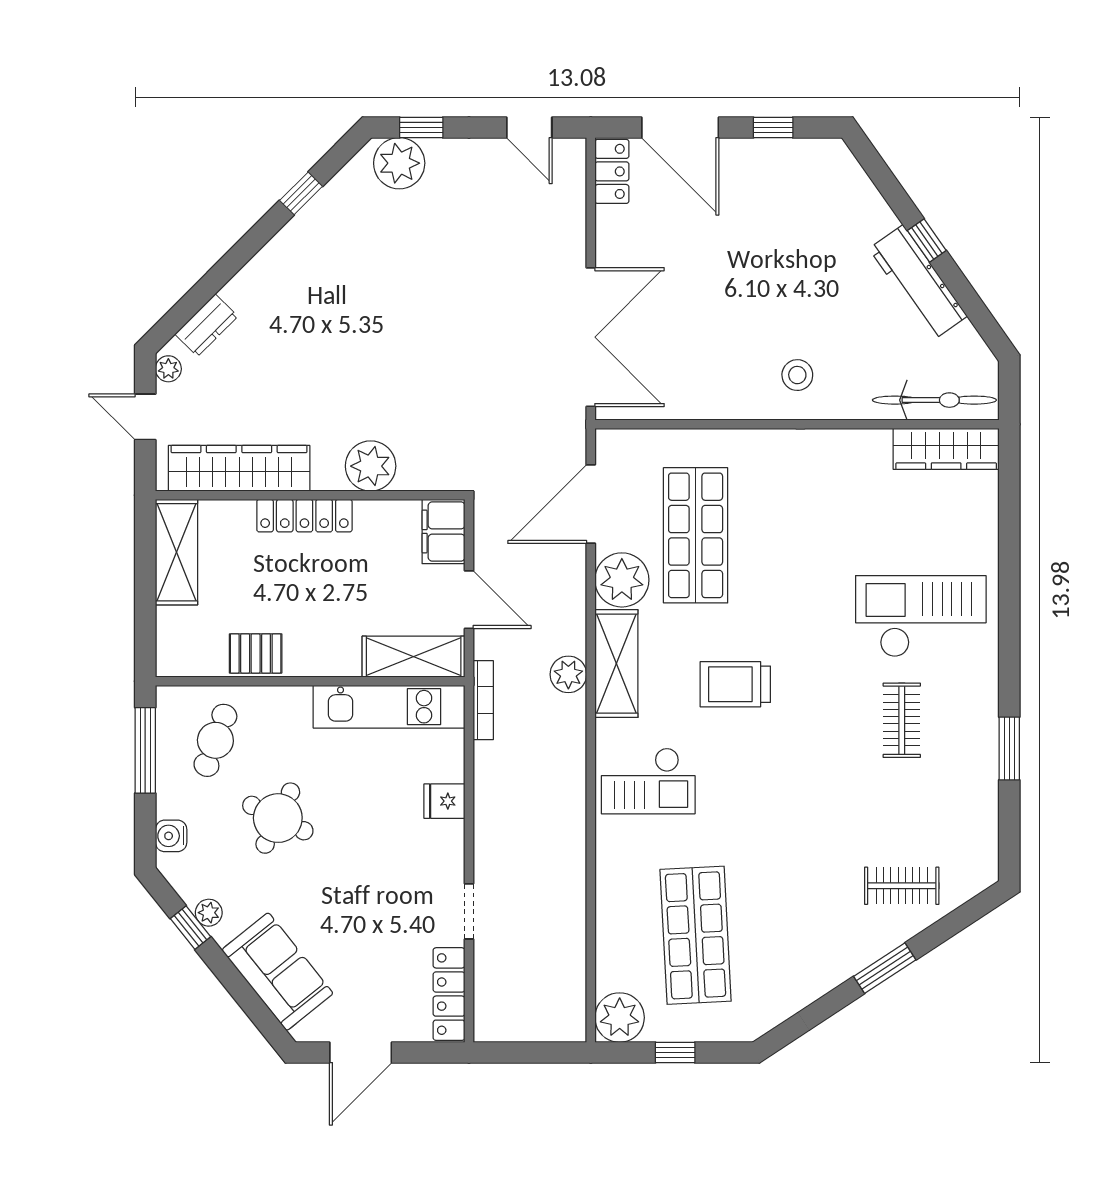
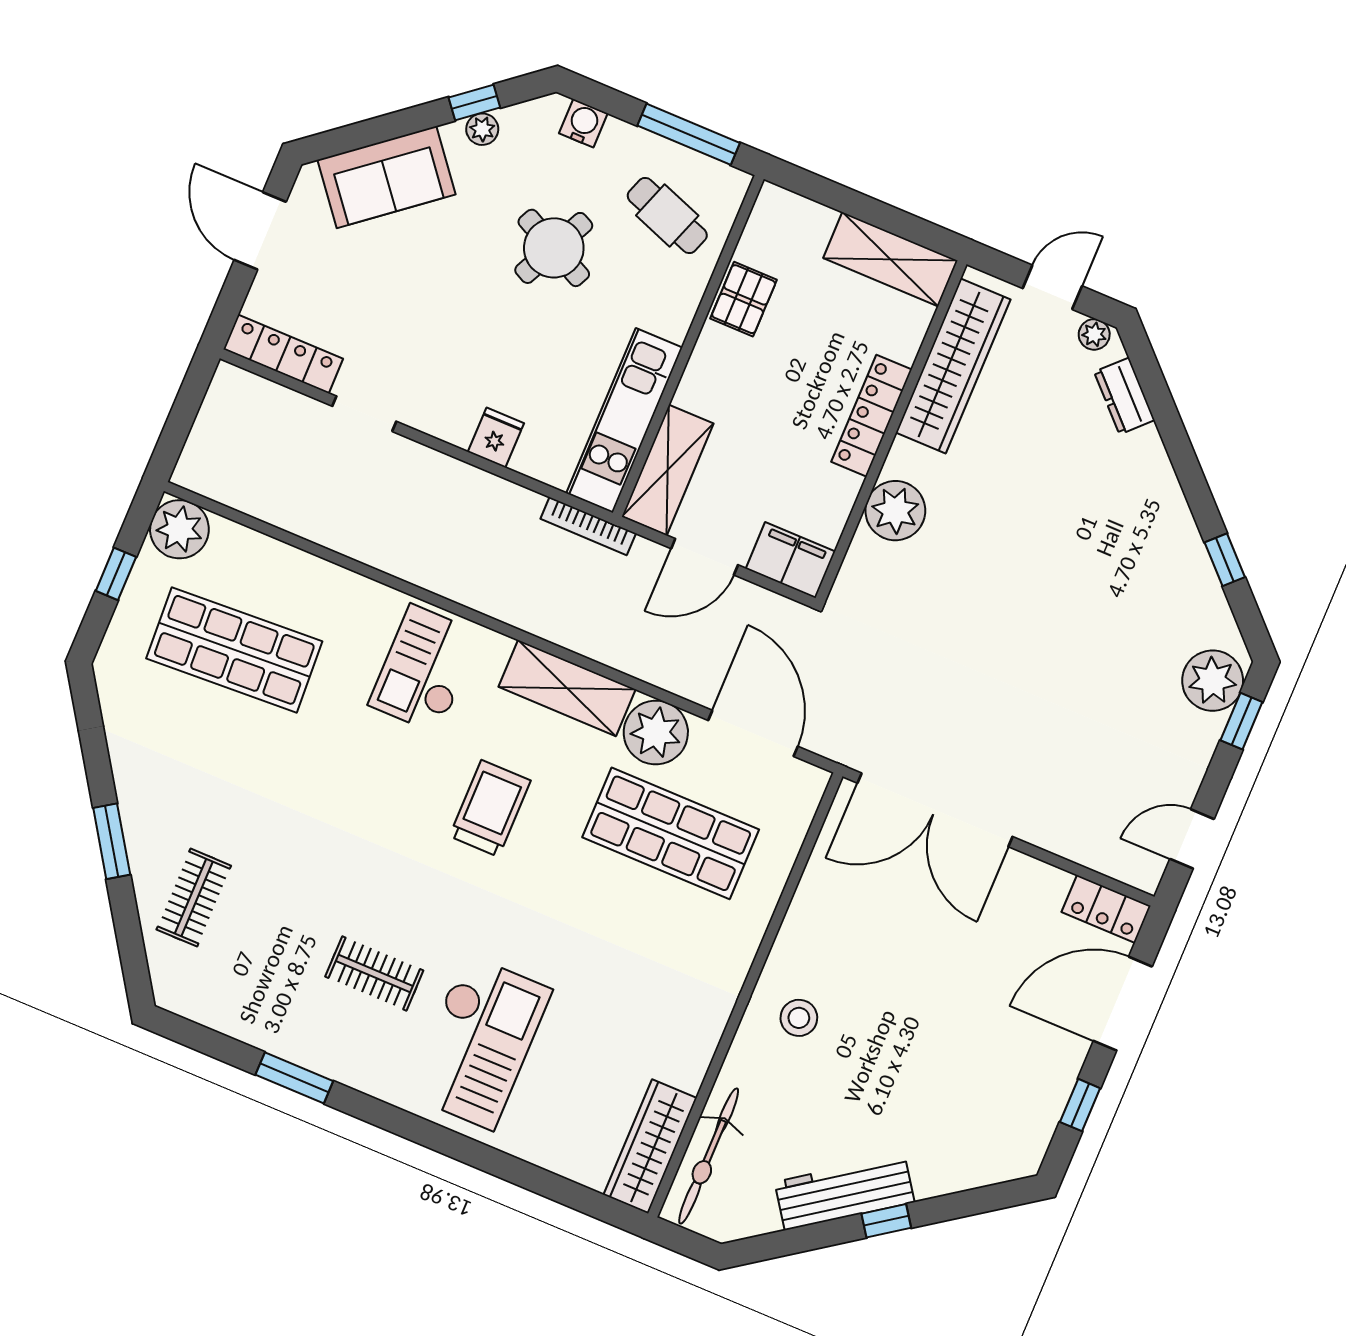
plant: (568, 674) -> (577, 631), removed

